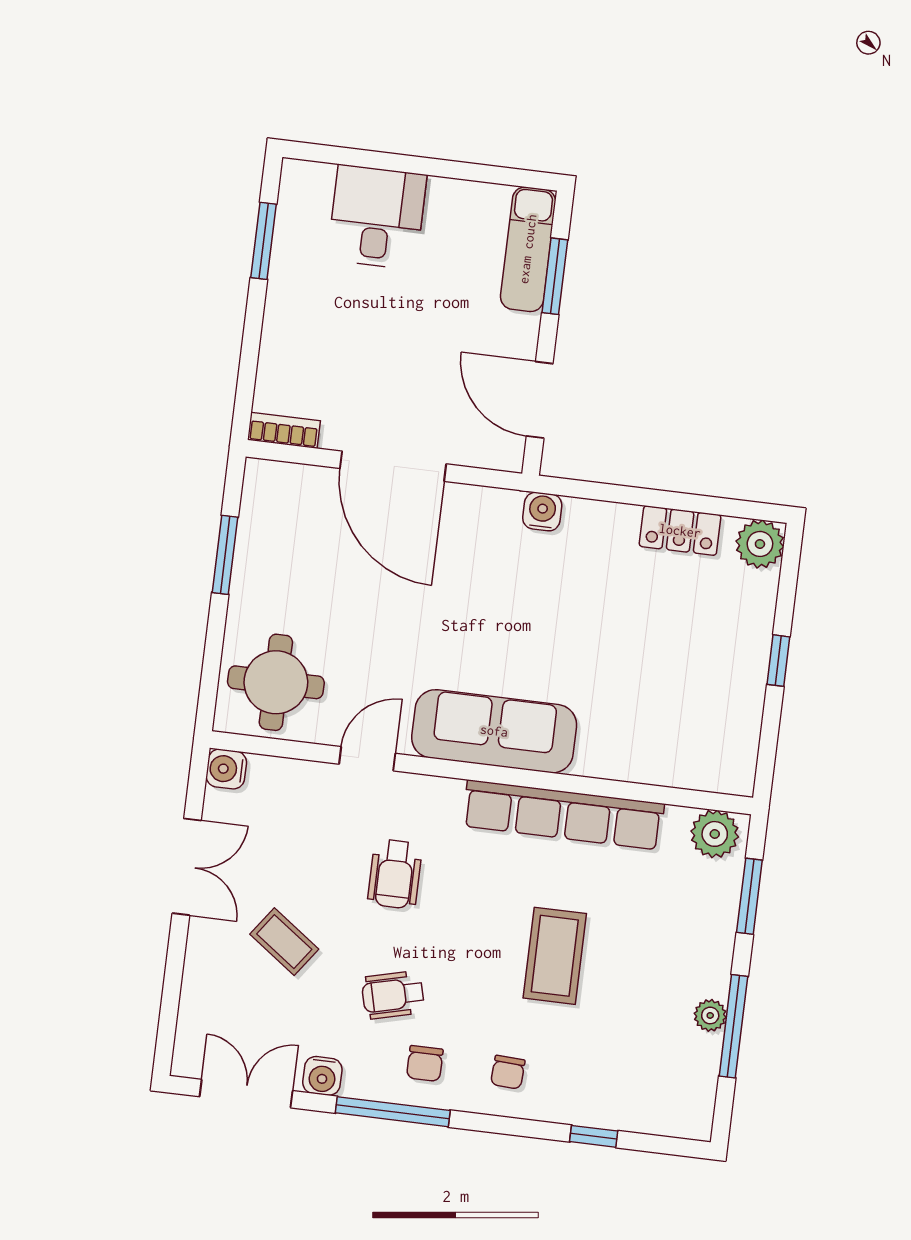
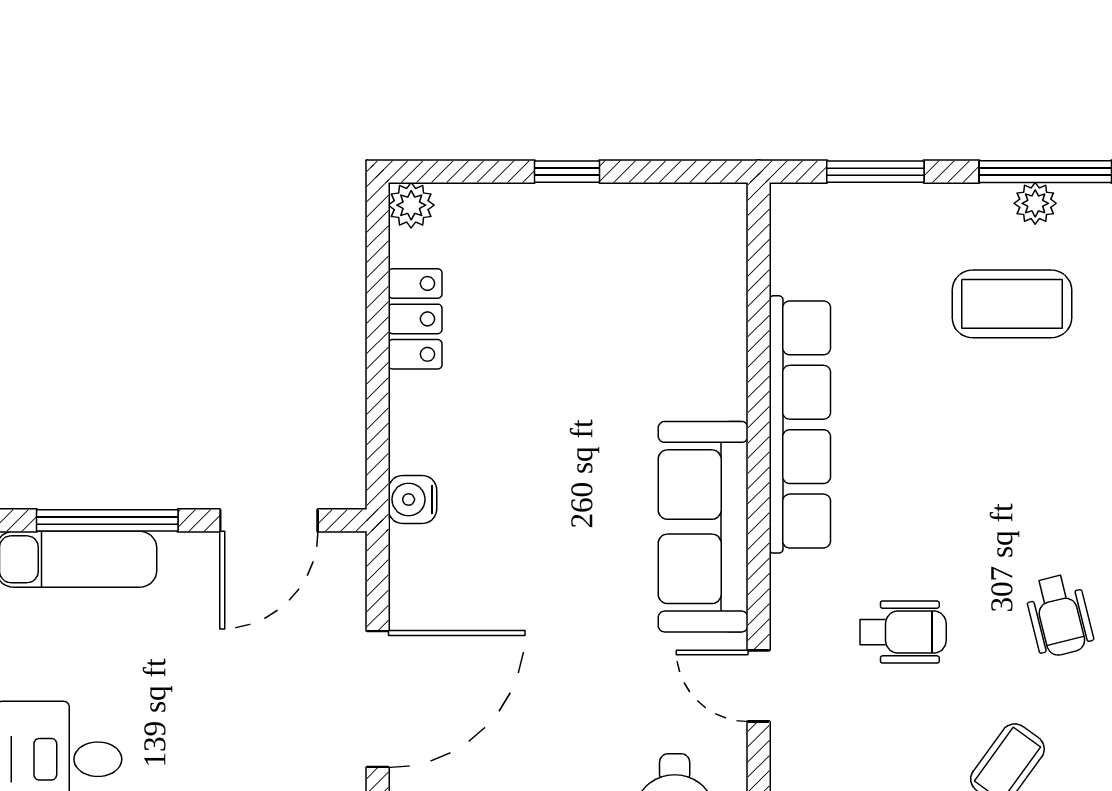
window: (555, 276) -> (107, 520), width x1.44
plant: (760, 544) -> (411, 205), width x0.73, depth x0.73
plant: (715, 834) -> (801, 226), removed
coffee table: (555, 956) -> (1012, 304), moved

